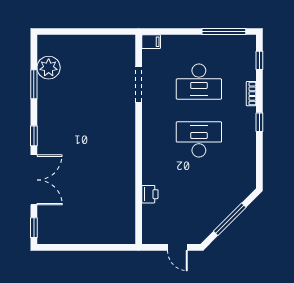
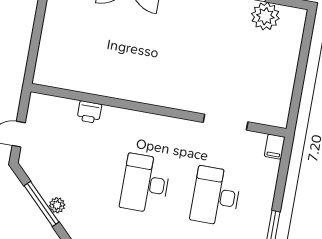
desk: (199, 139) -> (145, 184), turned 180
plant: (229, 207) -> (57, 205), added

